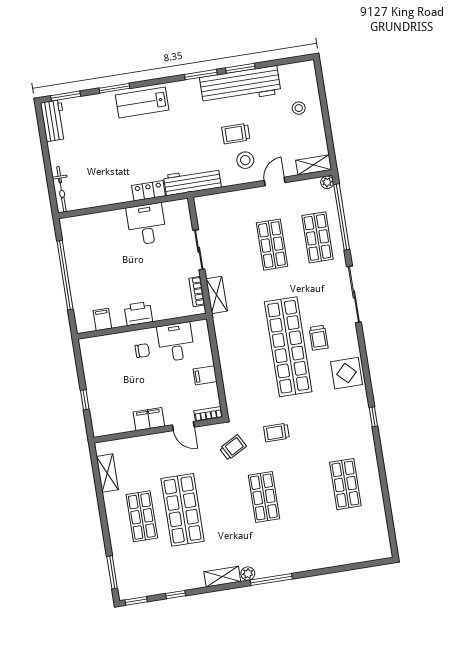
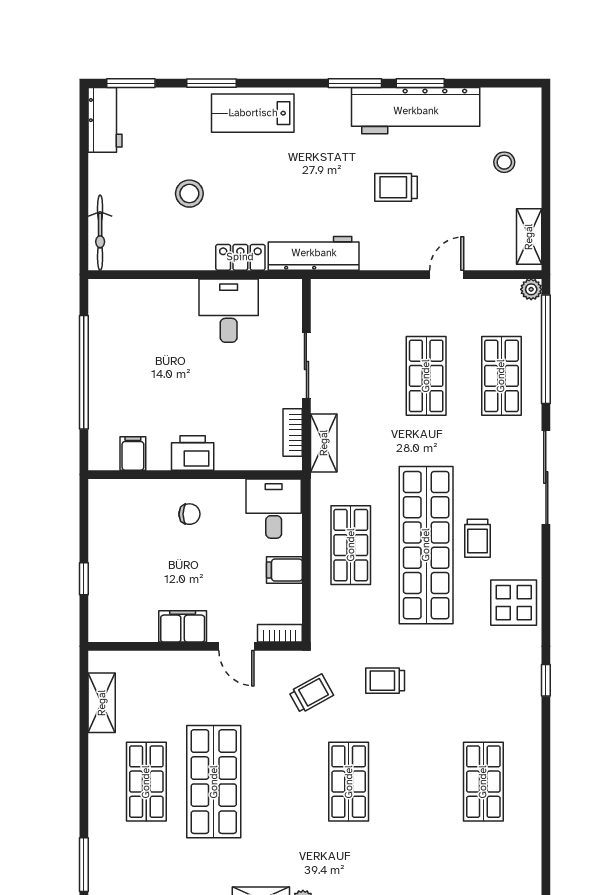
stool: (245, 160) -> (189, 194), moved
shelving: (314, 165) -> (529, 237), moved, turned 90
desk: (176, 342) -> (274, 509), moved
shop shelf: (243, 354) -> (351, 545), added

